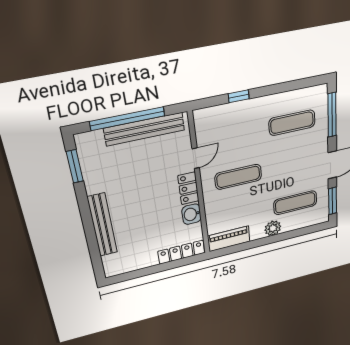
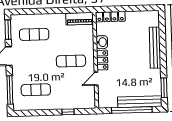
bench: (144, 129) -> (140, 102), moved
plant: (273, 228) -> (50, 19), removed

